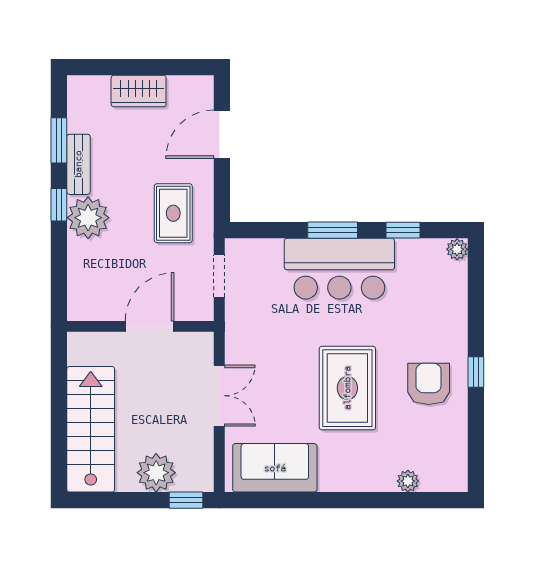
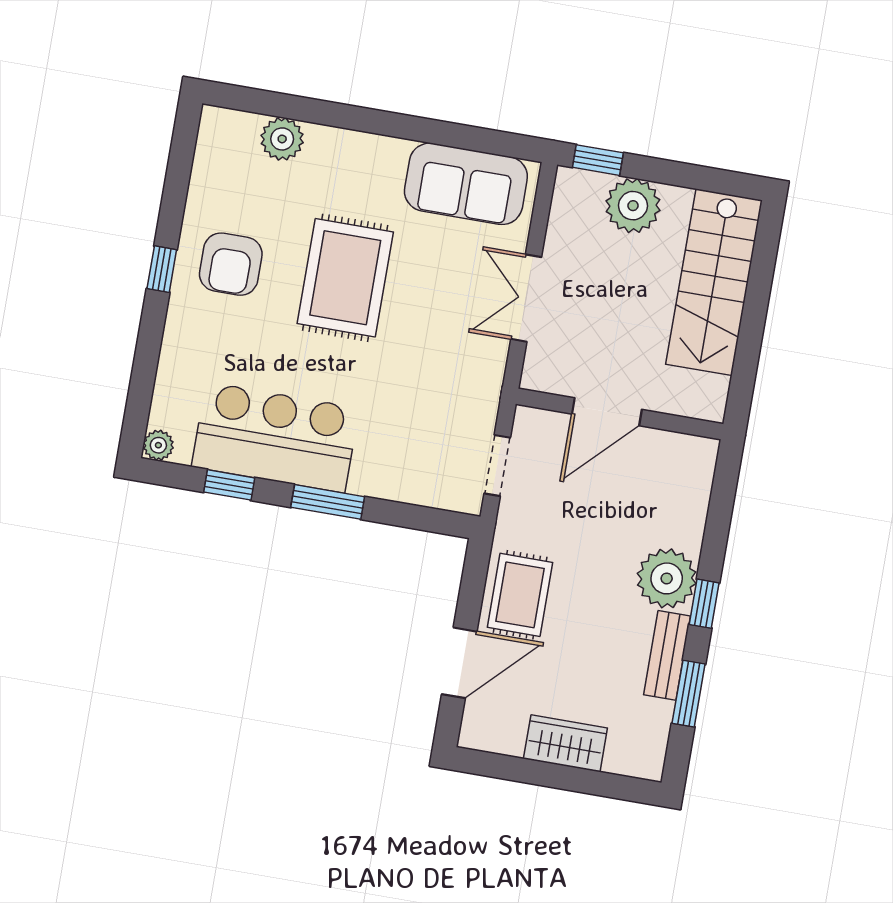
rug: (173, 213) -> (520, 595), moved
bar counter: (339, 269) -> (275, 437), moved
plant: (408, 481) -> (282, 139), width x1.38, depth x1.38

